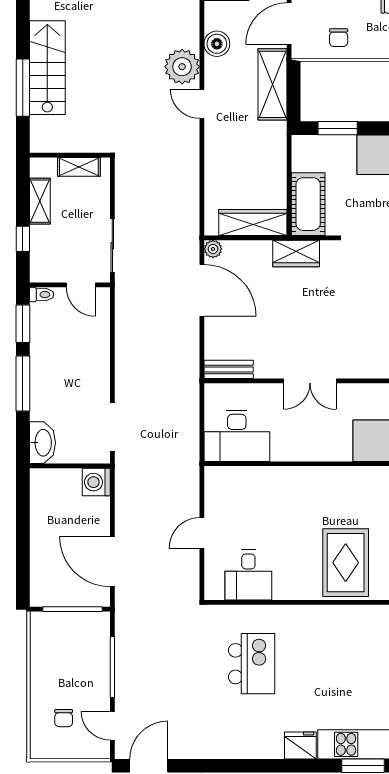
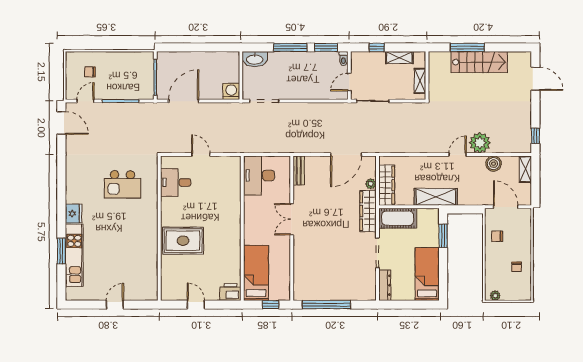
shelving: (273, 84) -> (436, 197), moved
plant: (213, 249) -> (371, 184), moved
wardrobe: (296, 253) -> (368, 211), width x1.50

